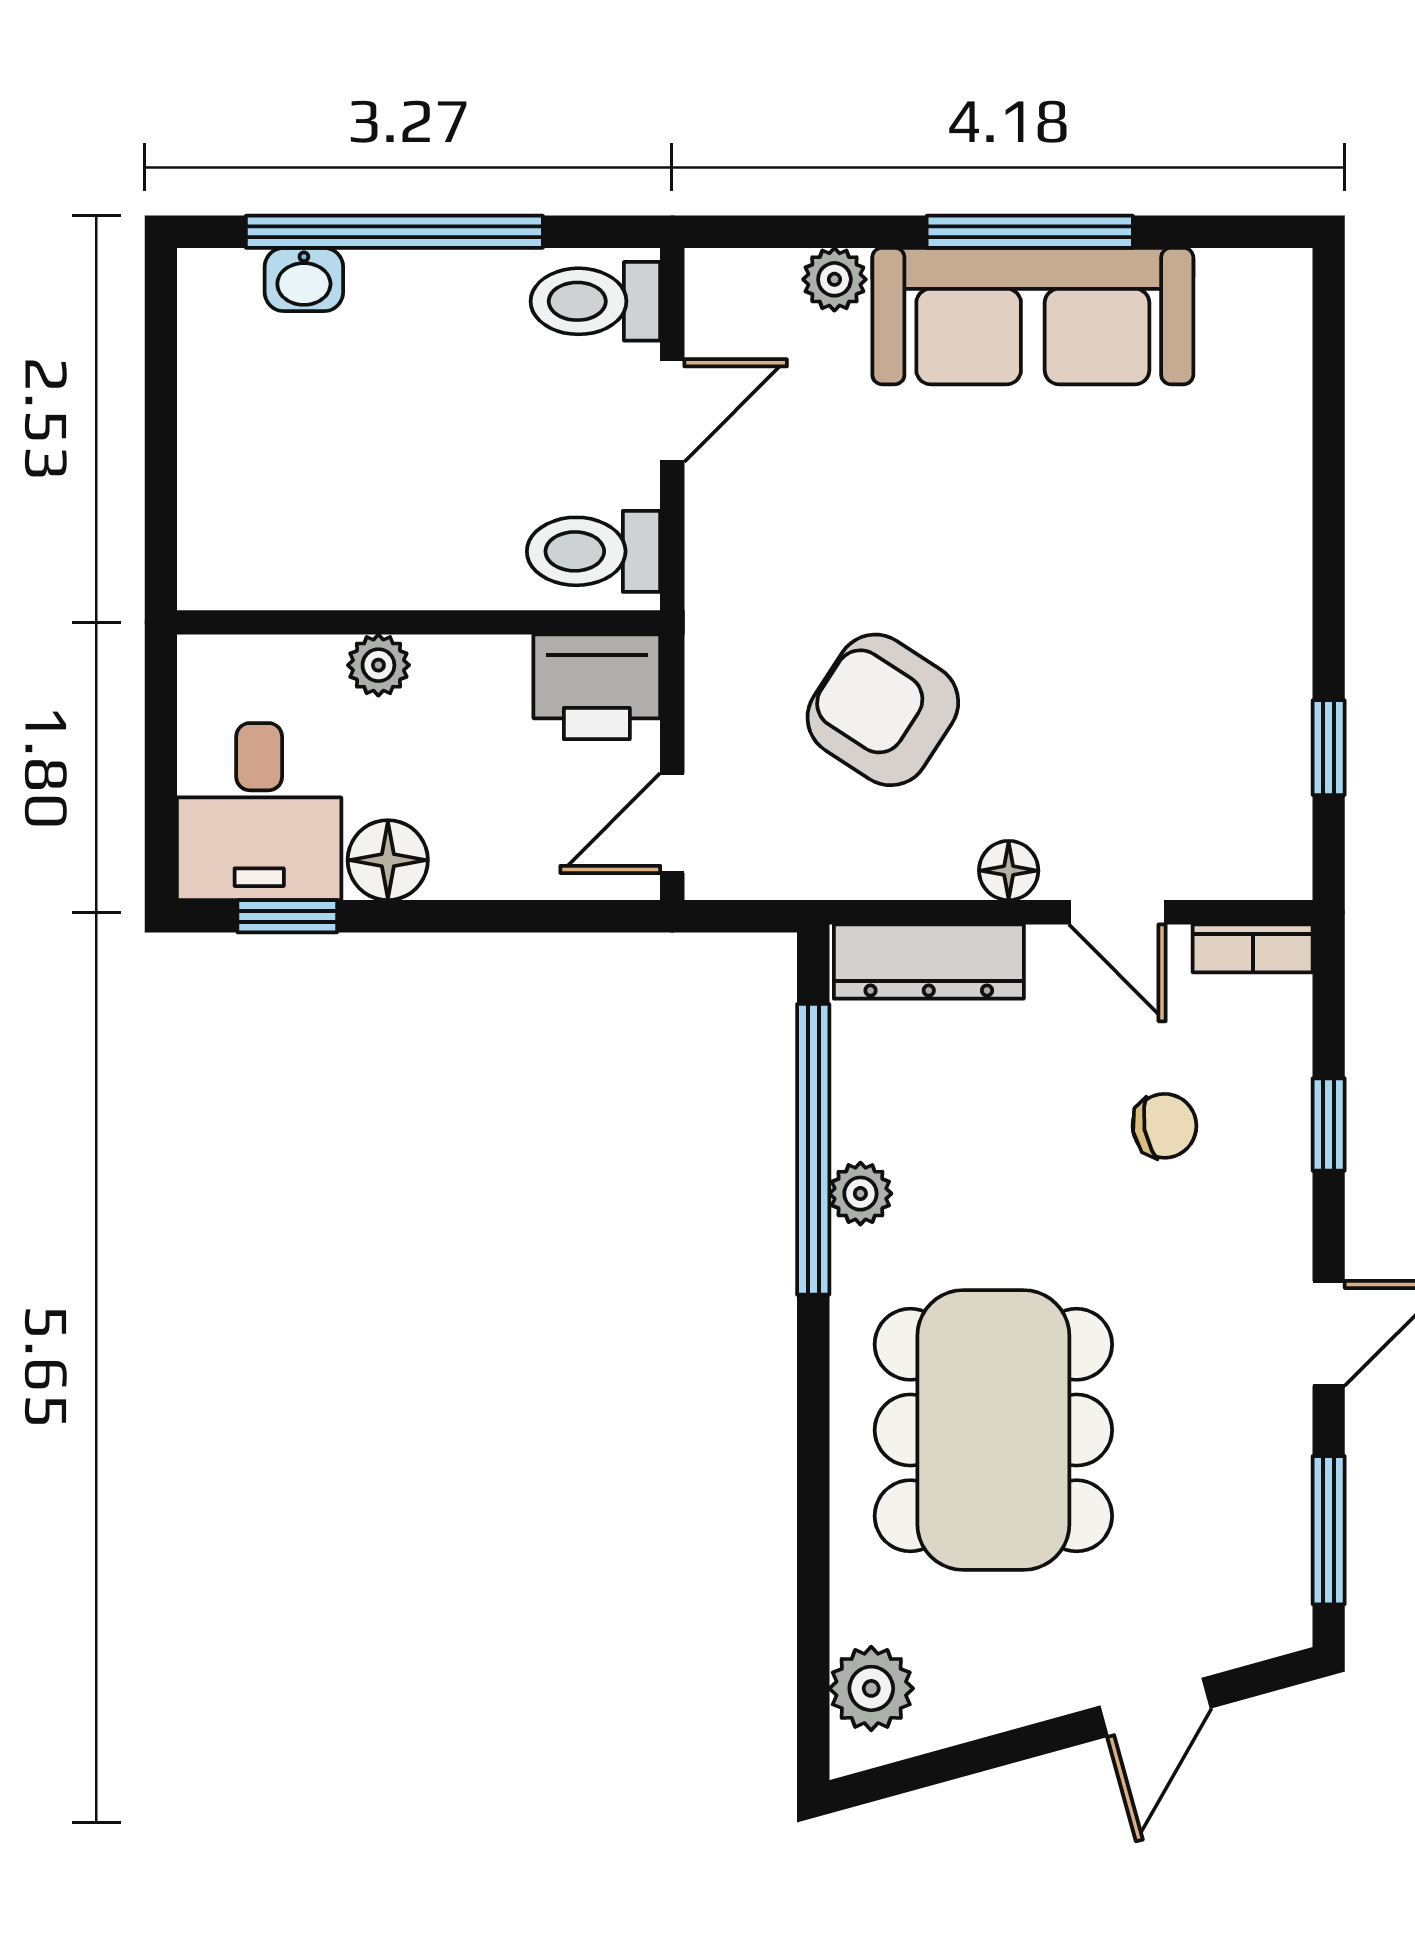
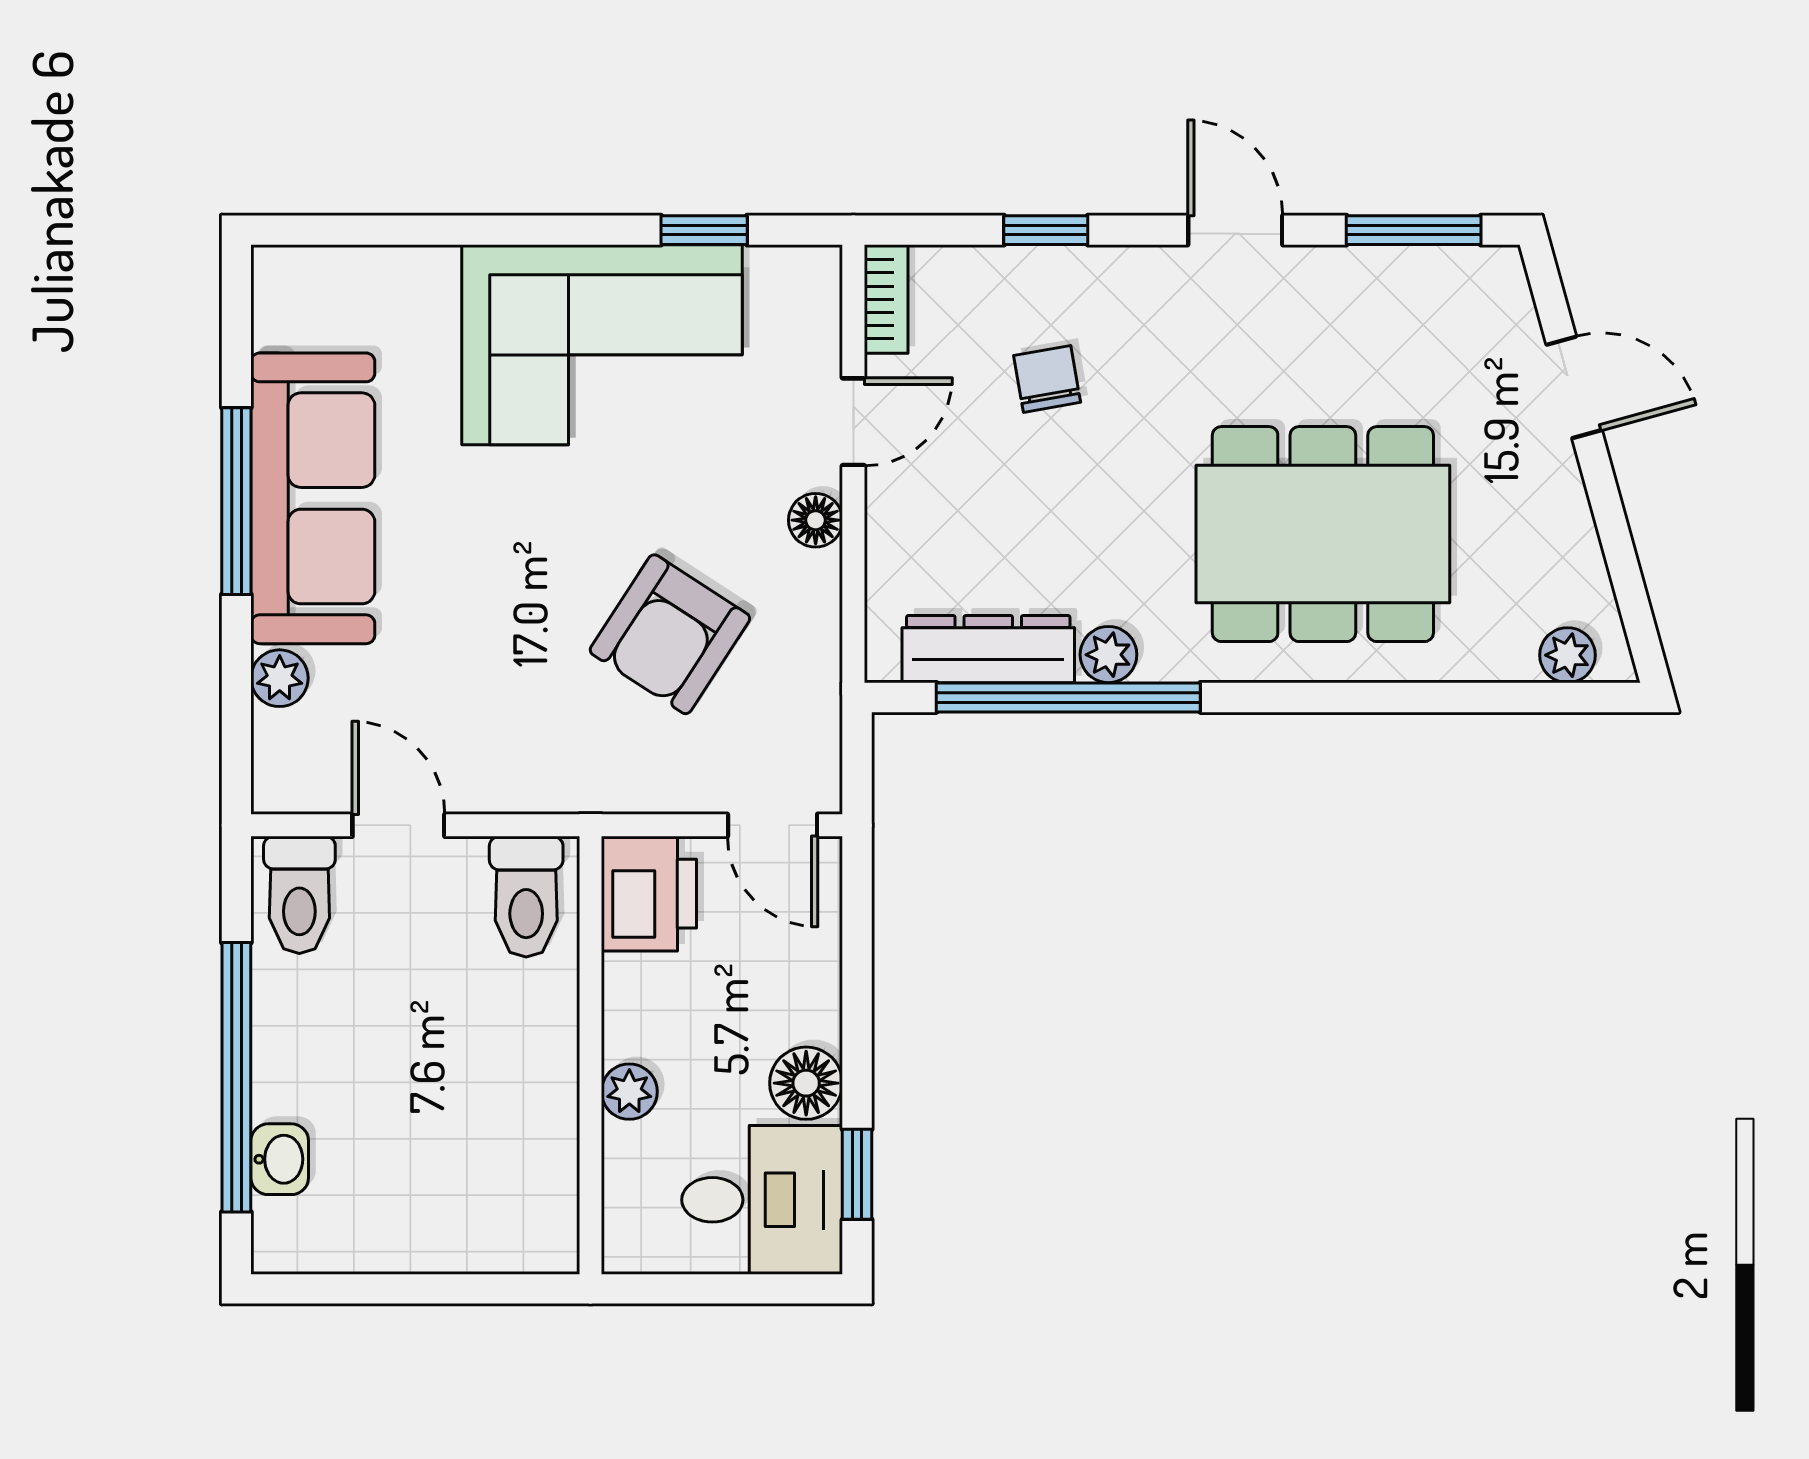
corner sofa: (1202, 635) -> (602, 345), added
dresser: (929, 962) -> (988, 649), moved, turned -90
plant: (871, 1688) -> (1568, 655), width x0.73, depth x0.73

